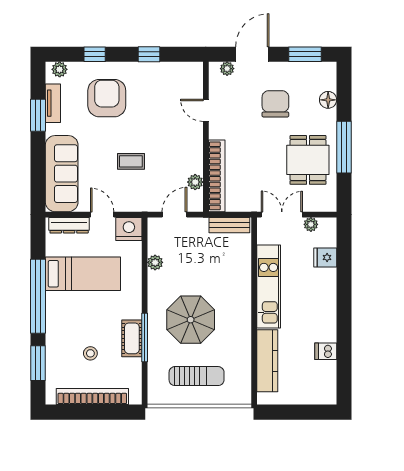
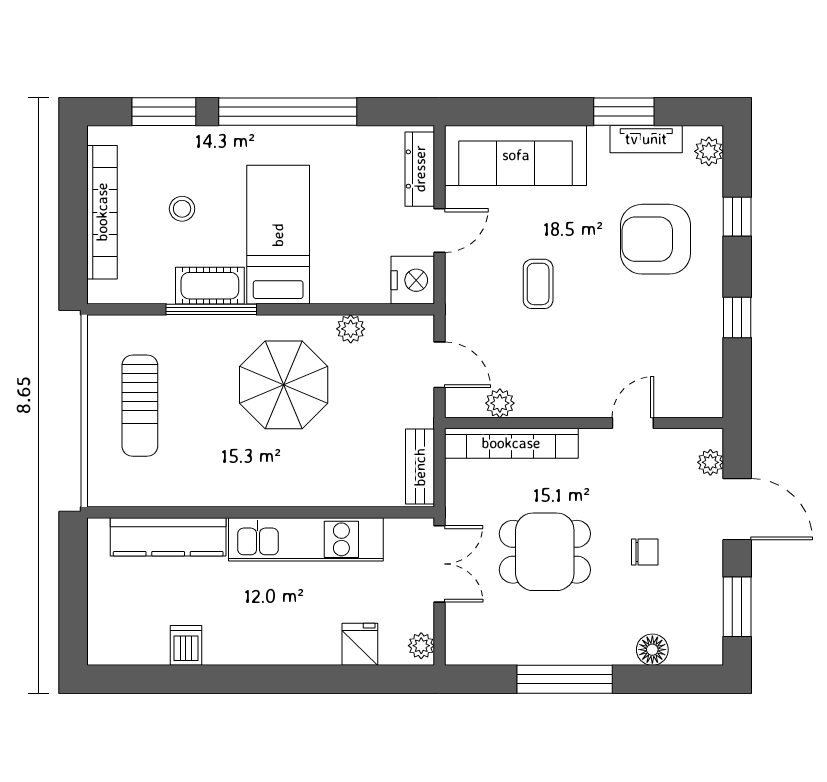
armchair: (107, 98) -> (656, 239), turned 180
chair: (275, 104) -> (645, 552), width x0.54, depth x0.54
dining table: (308, 160) -> (545, 552), moved
plant: (311, 224) -> (421, 646), moved
bed: (83, 274) -> (278, 235), moved, turned 180
parasol: (191, 320) -> (284, 385), moved

